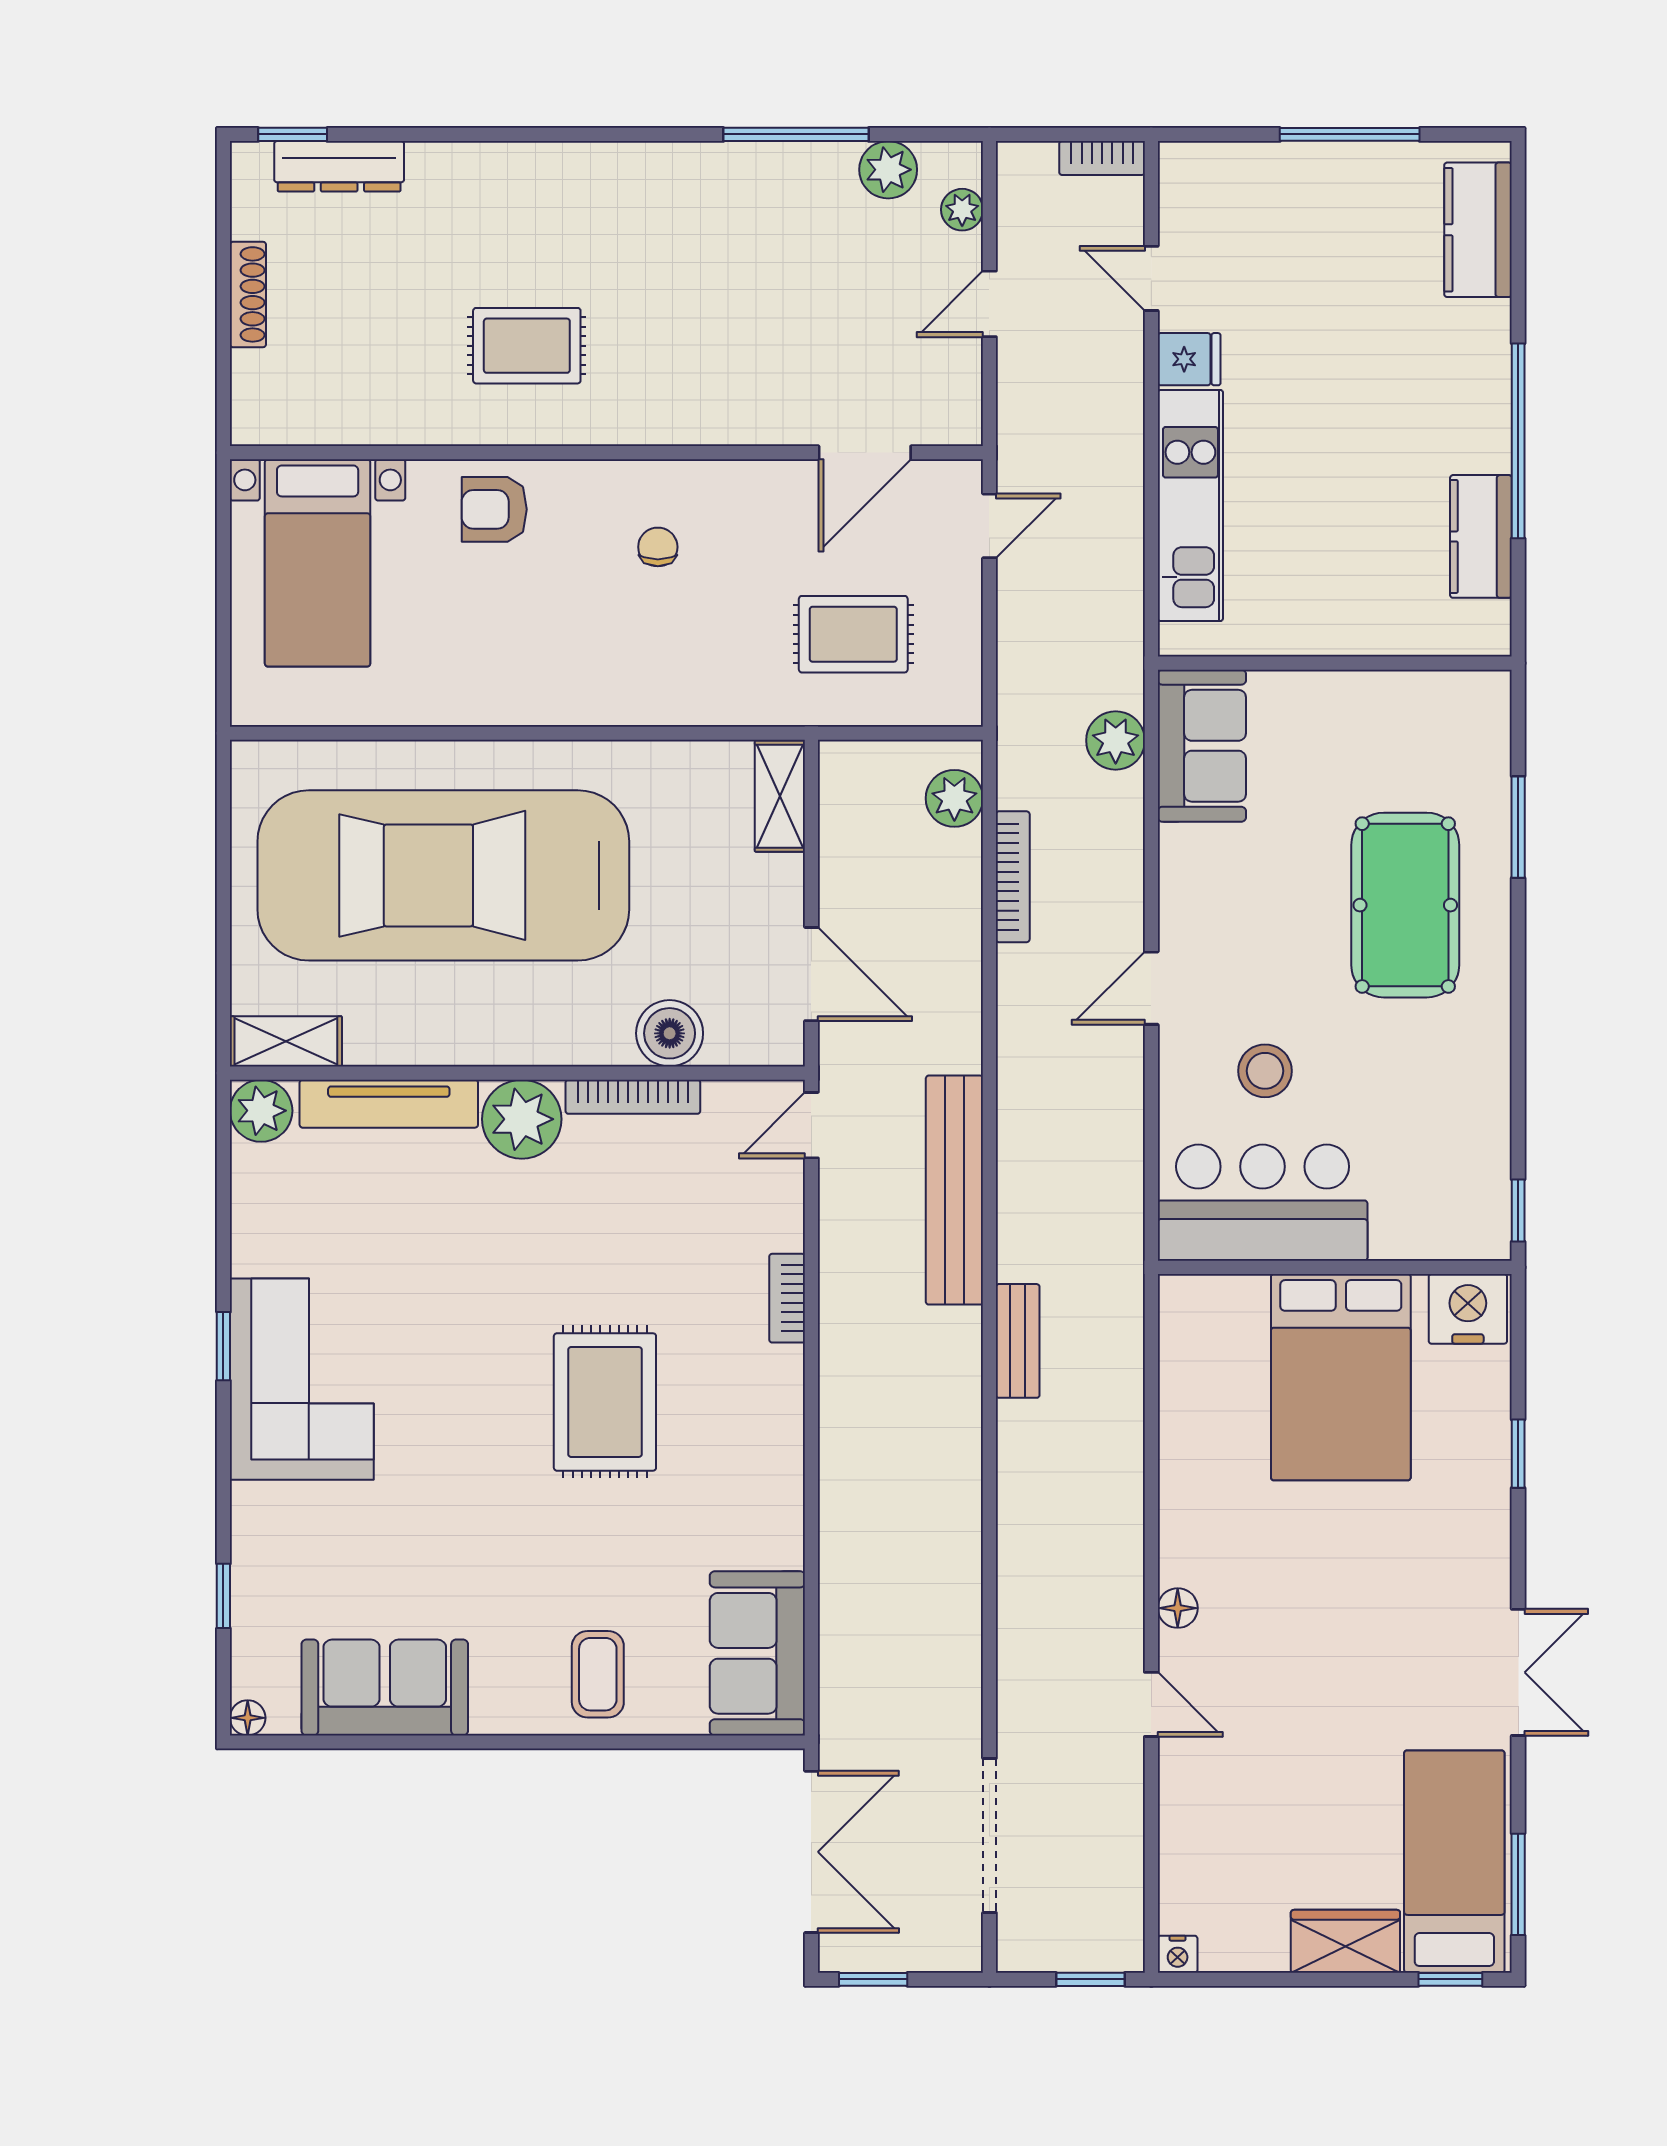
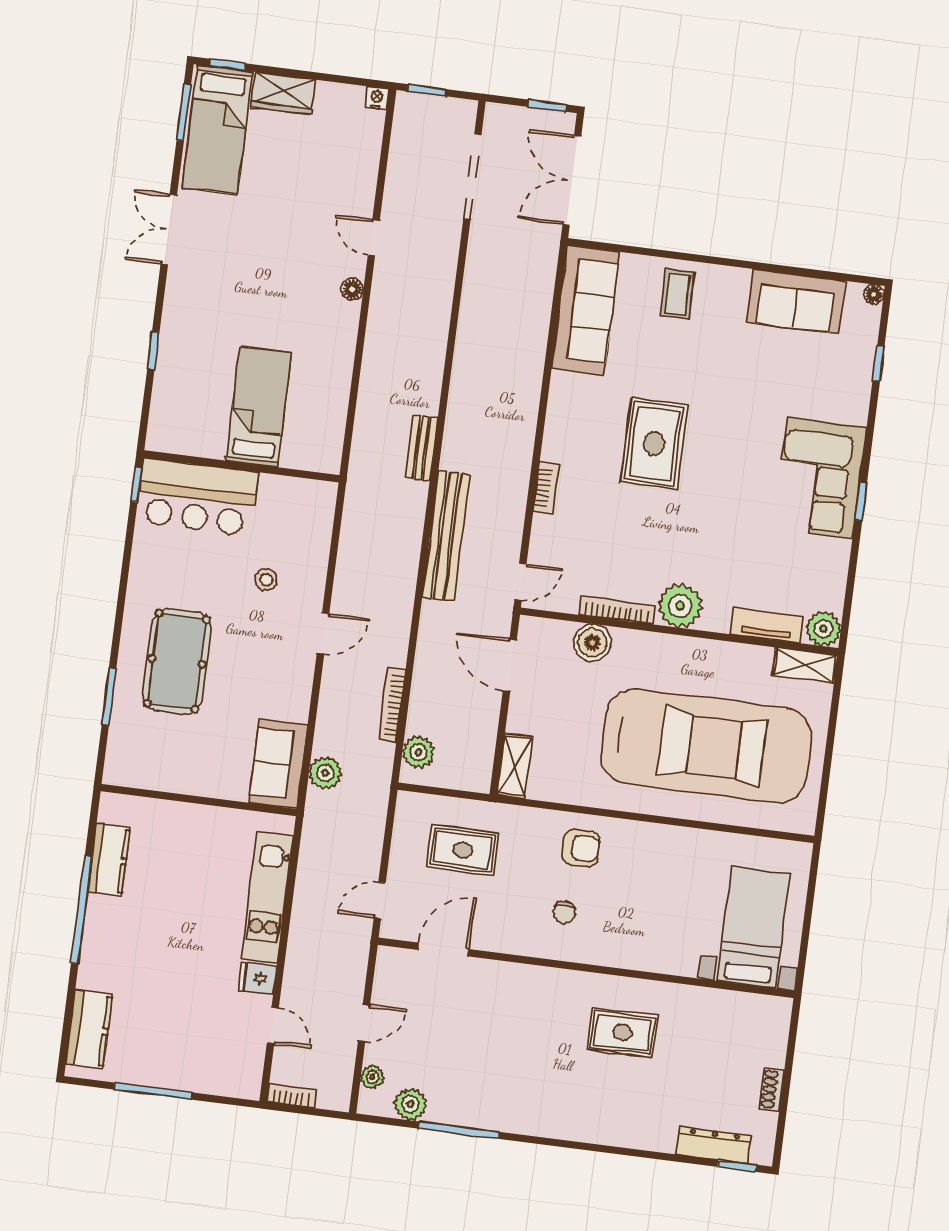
shoe rack: (248, 294) -> (772, 1089), width x0.70
armchair: (494, 509) -> (581, 848), moved
stool: (1265, 1071) -> (266, 580), width x0.73, depth x0.73
tv unit: (389, 1104) -> (767, 625), width x0.71
bar counter: (1263, 1203) -> (197, 497), moved
nightstand: (1468, 1309) -> (171, 434), removed
bed: (1341, 1377) -> (259, 407), width x0.67
sofa: (757, 1653) -> (586, 310), width x1.36

